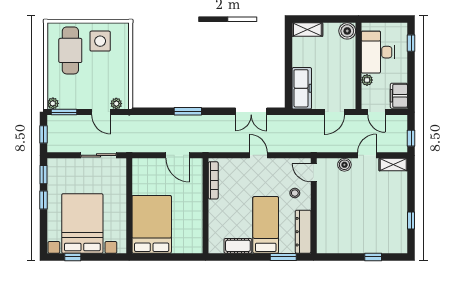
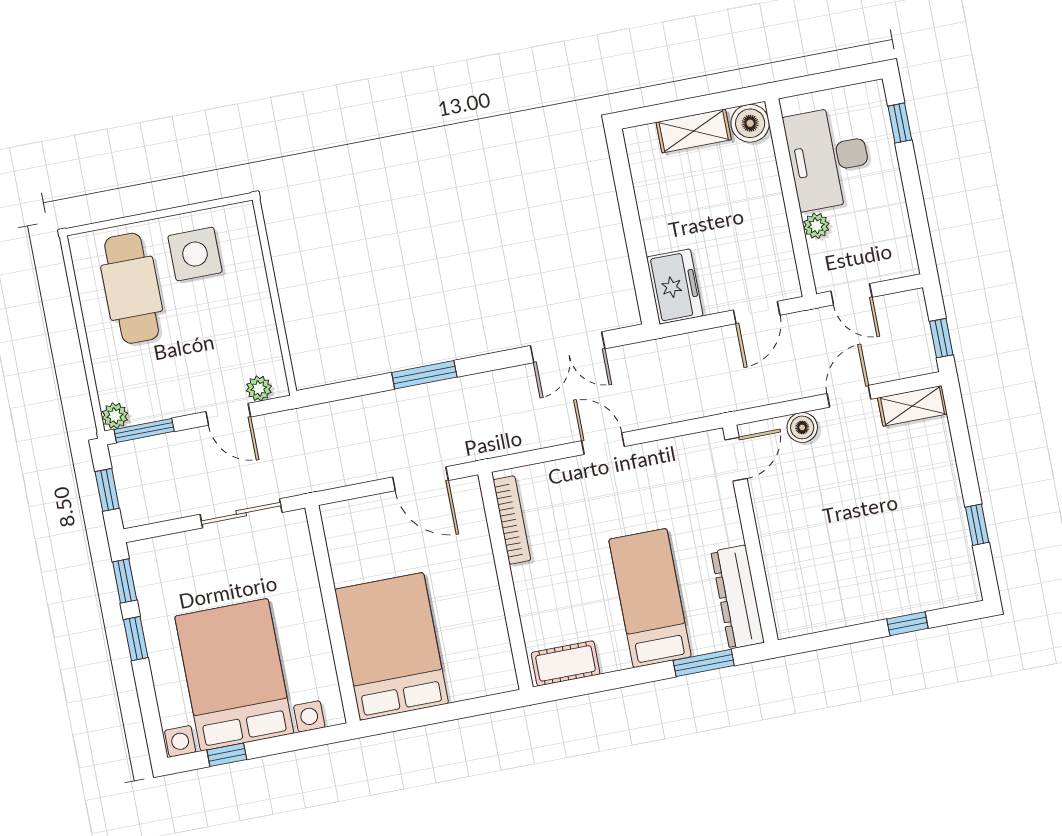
shelving: (307, 30) -> (694, 131), moved
freezer: (302, 88) -> (675, 286), width x0.71
filing cabinet: (399, 96) -> (895, 247), removed
door: (314, 173) -> (736, 459), swing flipped
stool: (295, 193) -> (702, 513), removed
cot: (238, 246) -> (566, 663), moved

